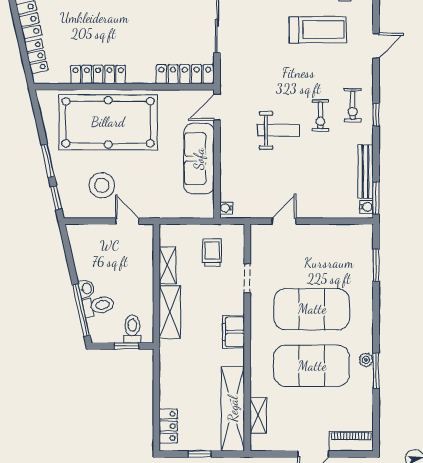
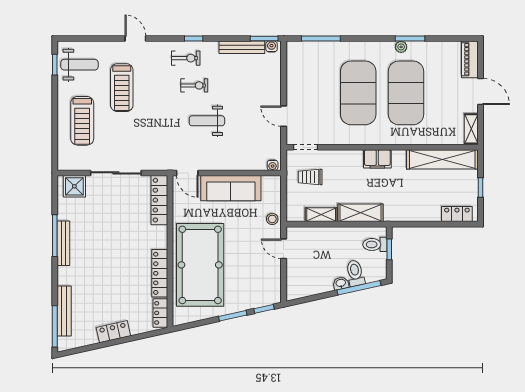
treadmill: (318, 30) -> (122, 88), turned 180
locker: (36, 56) -> (160, 313), moved, turned -77
weight bench: (279, 130) -> (207, 121), turned -90
stool: (102, 185) -> (272, 219), moved, width x0.53, depth x0.53
door: (127, 221) -> (284, 249), hinge flipped
window: (376, 265) -> (321, 38), width x1.44
doorway: (247, 278) -> (305, 147), moved
shelving: (258, 415) -> (471, 129), moved, turned 90

